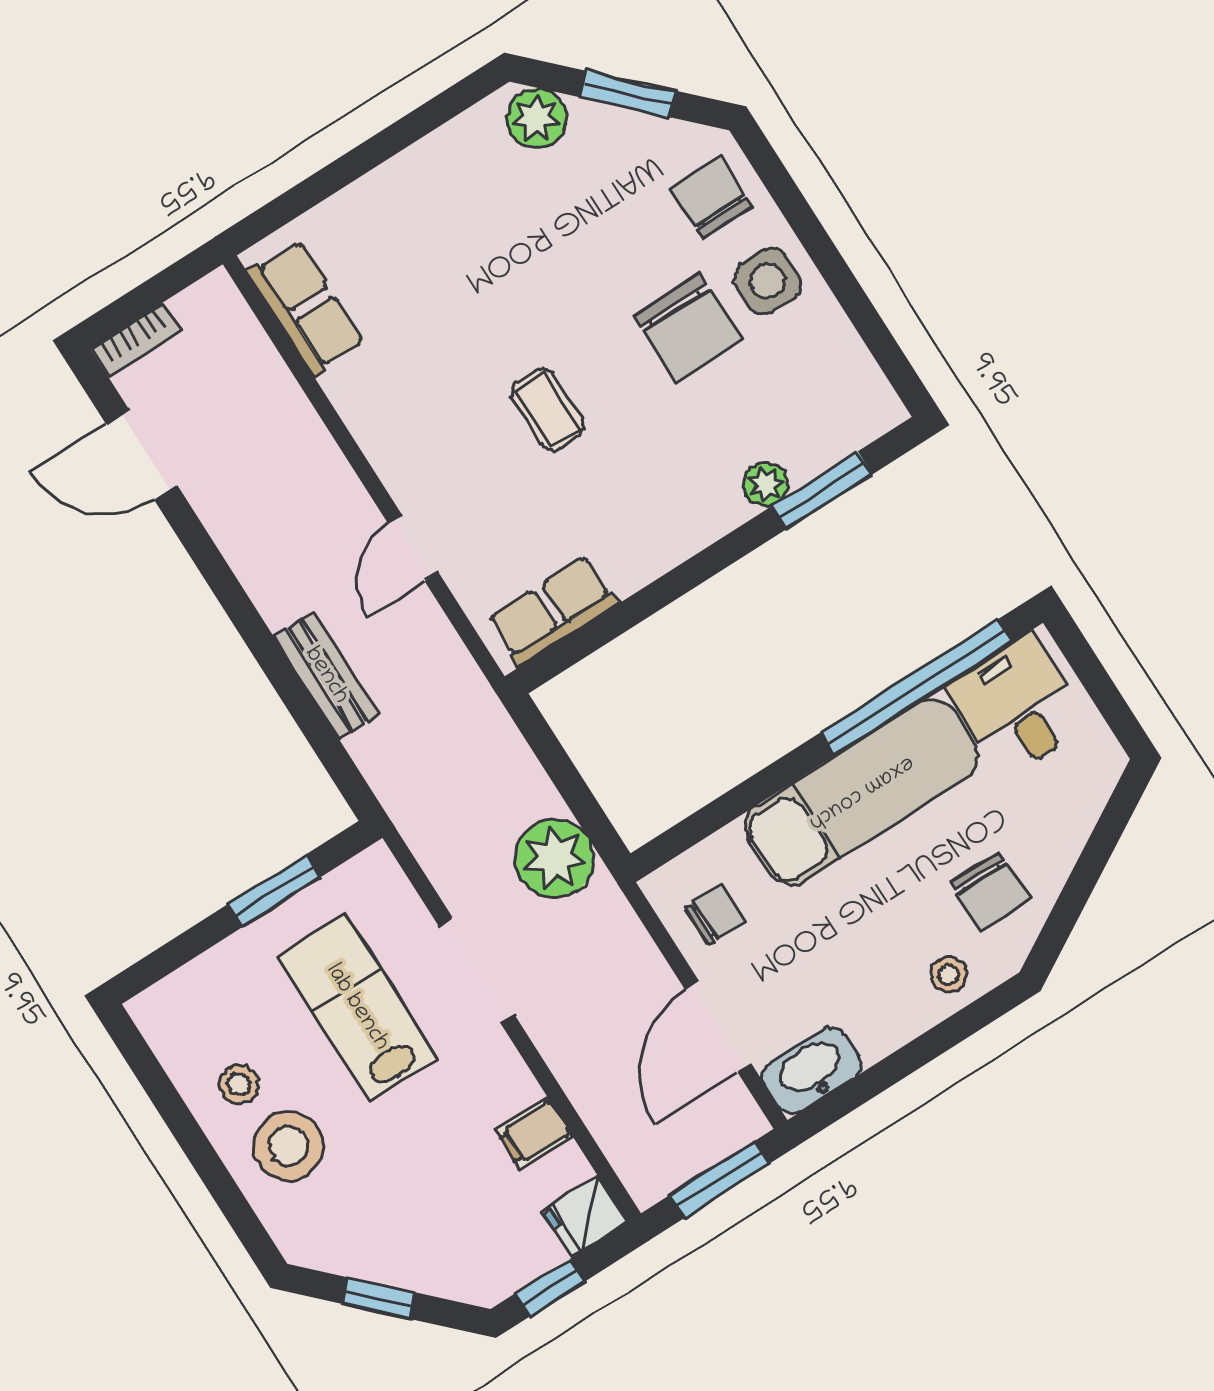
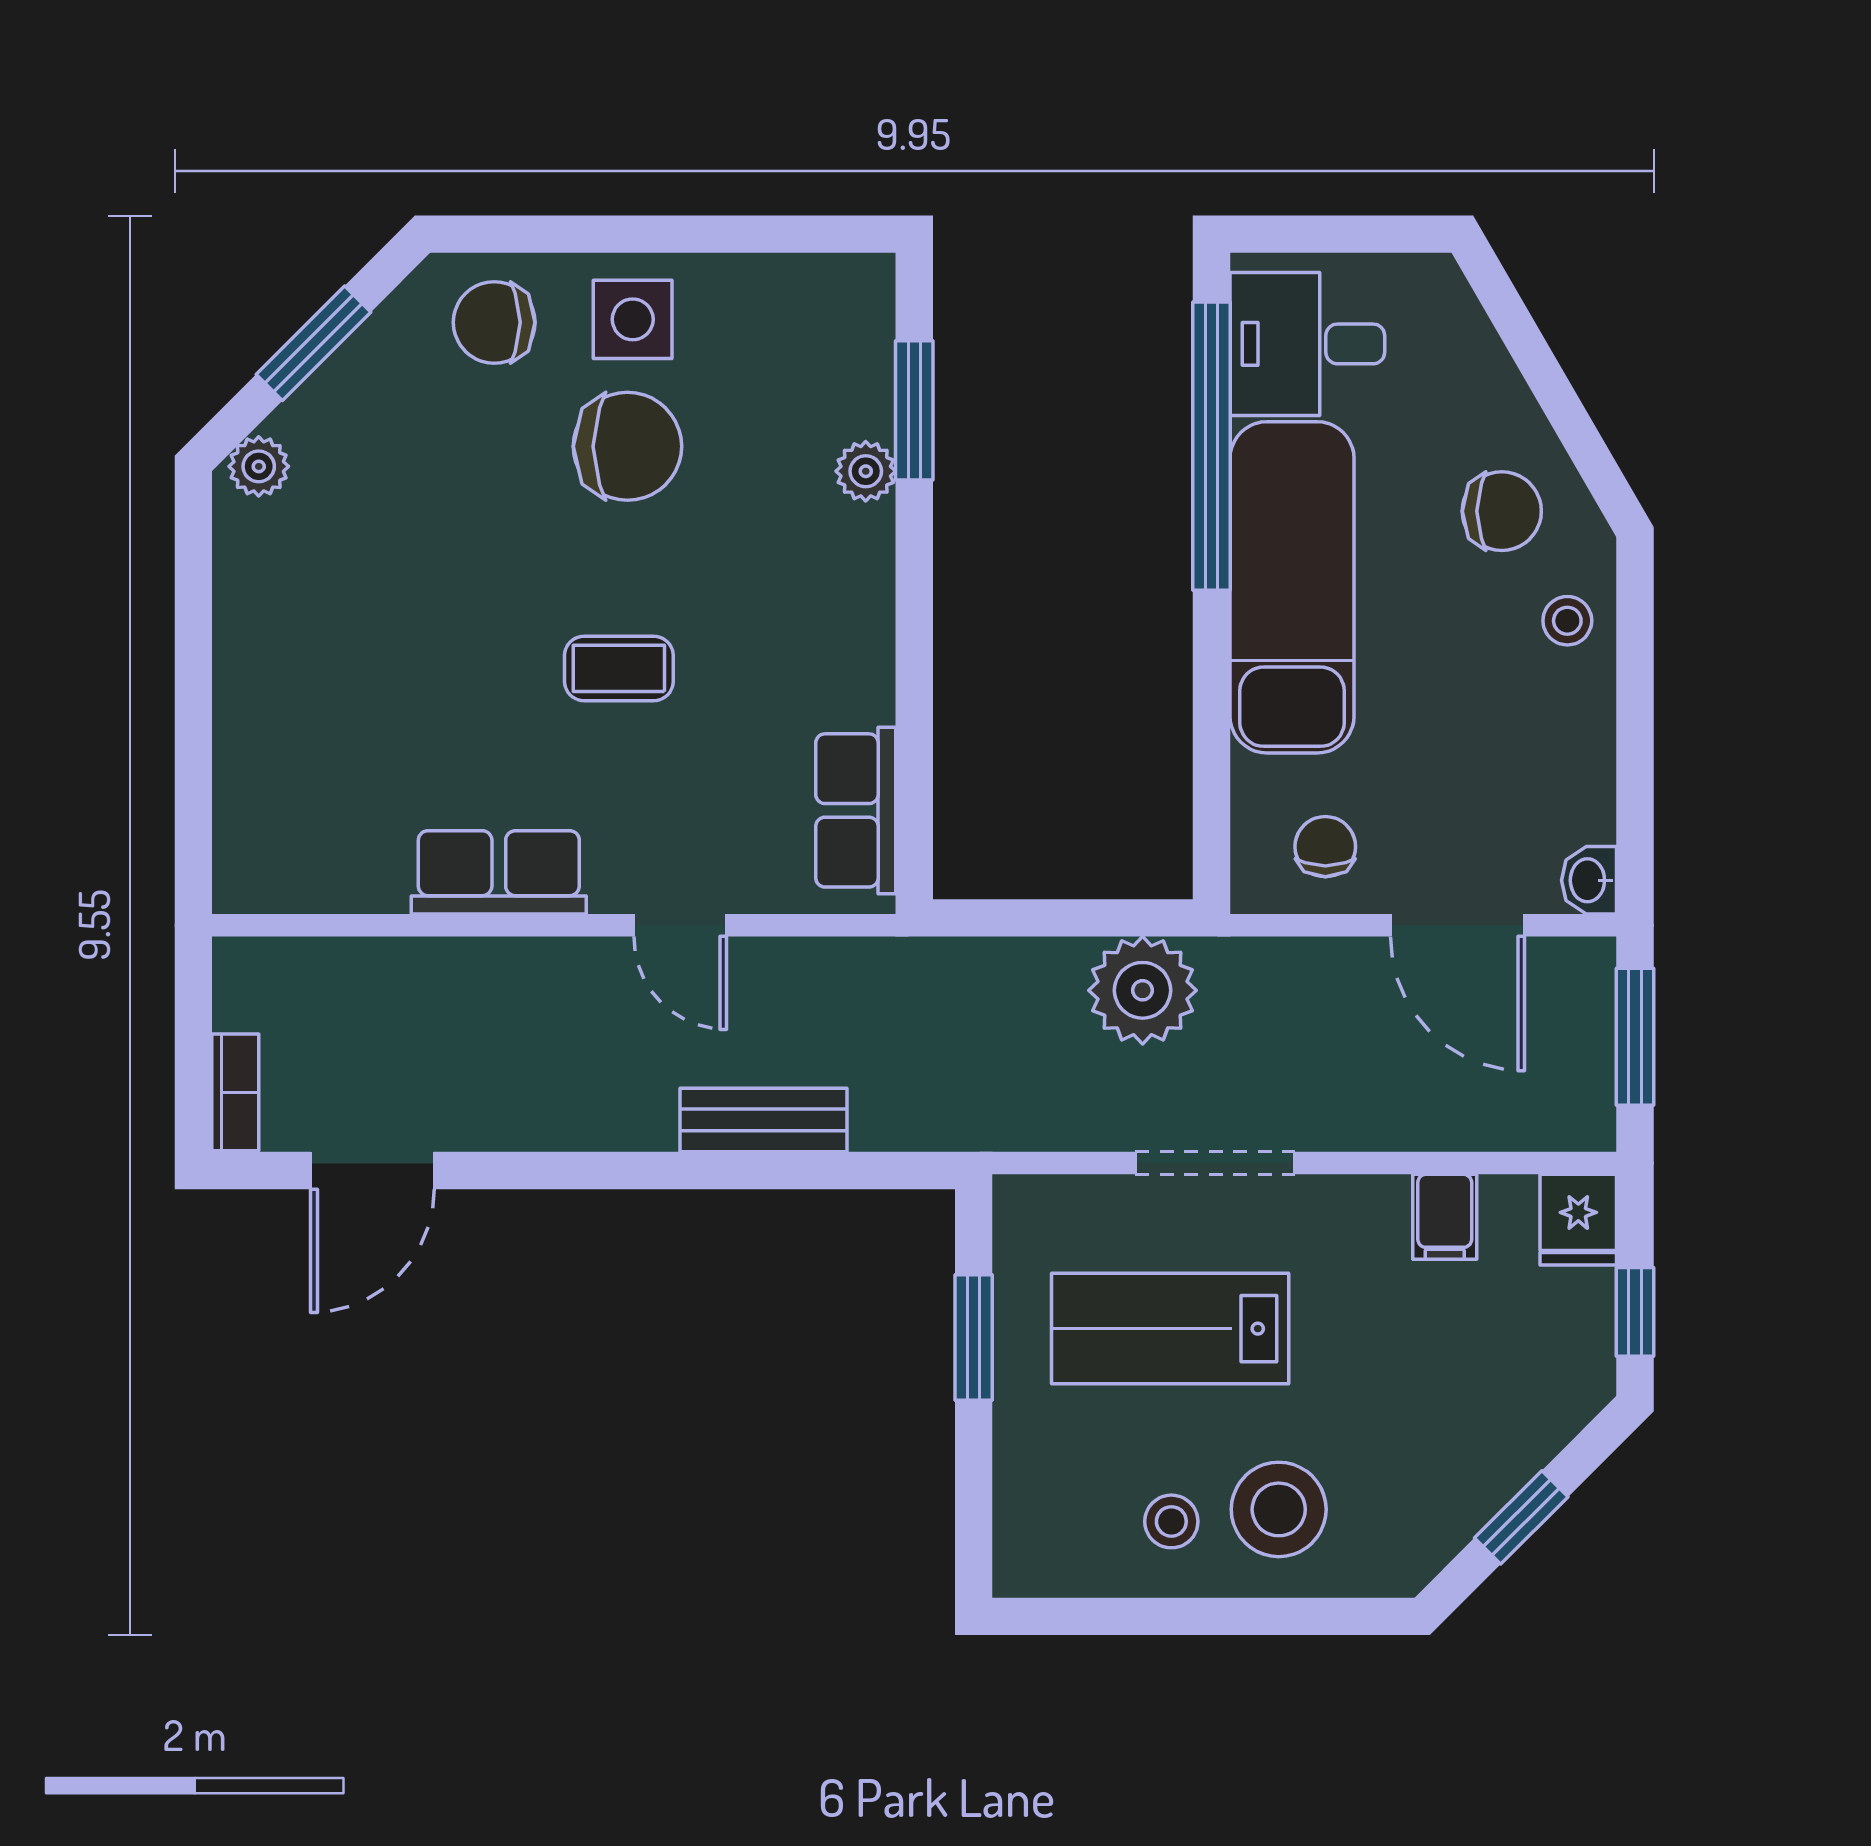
plant: (537, 118) -> (259, 466), width x0.73, depth x0.73
row of seats: (306, 307) -> (499, 872), moved
washbasin: (812, 1070) -> (1589, 880), width x0.52, depth x0.69

